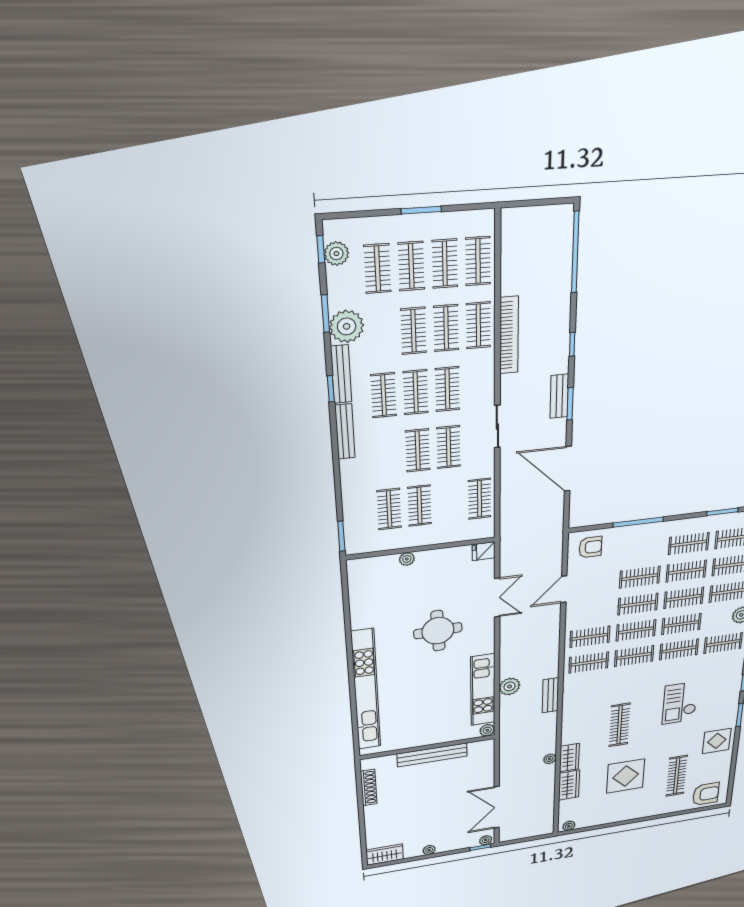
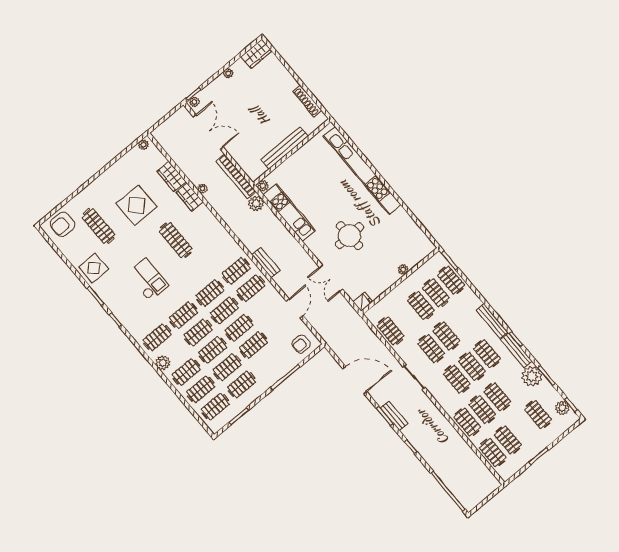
clothes rail: (411, 266) -> (451, 280), moved
bookcase: (509, 335) -> (236, 176), moved
plant: (510, 686) -> (256, 203), moved
bench: (550, 695) -> (266, 263), moved

